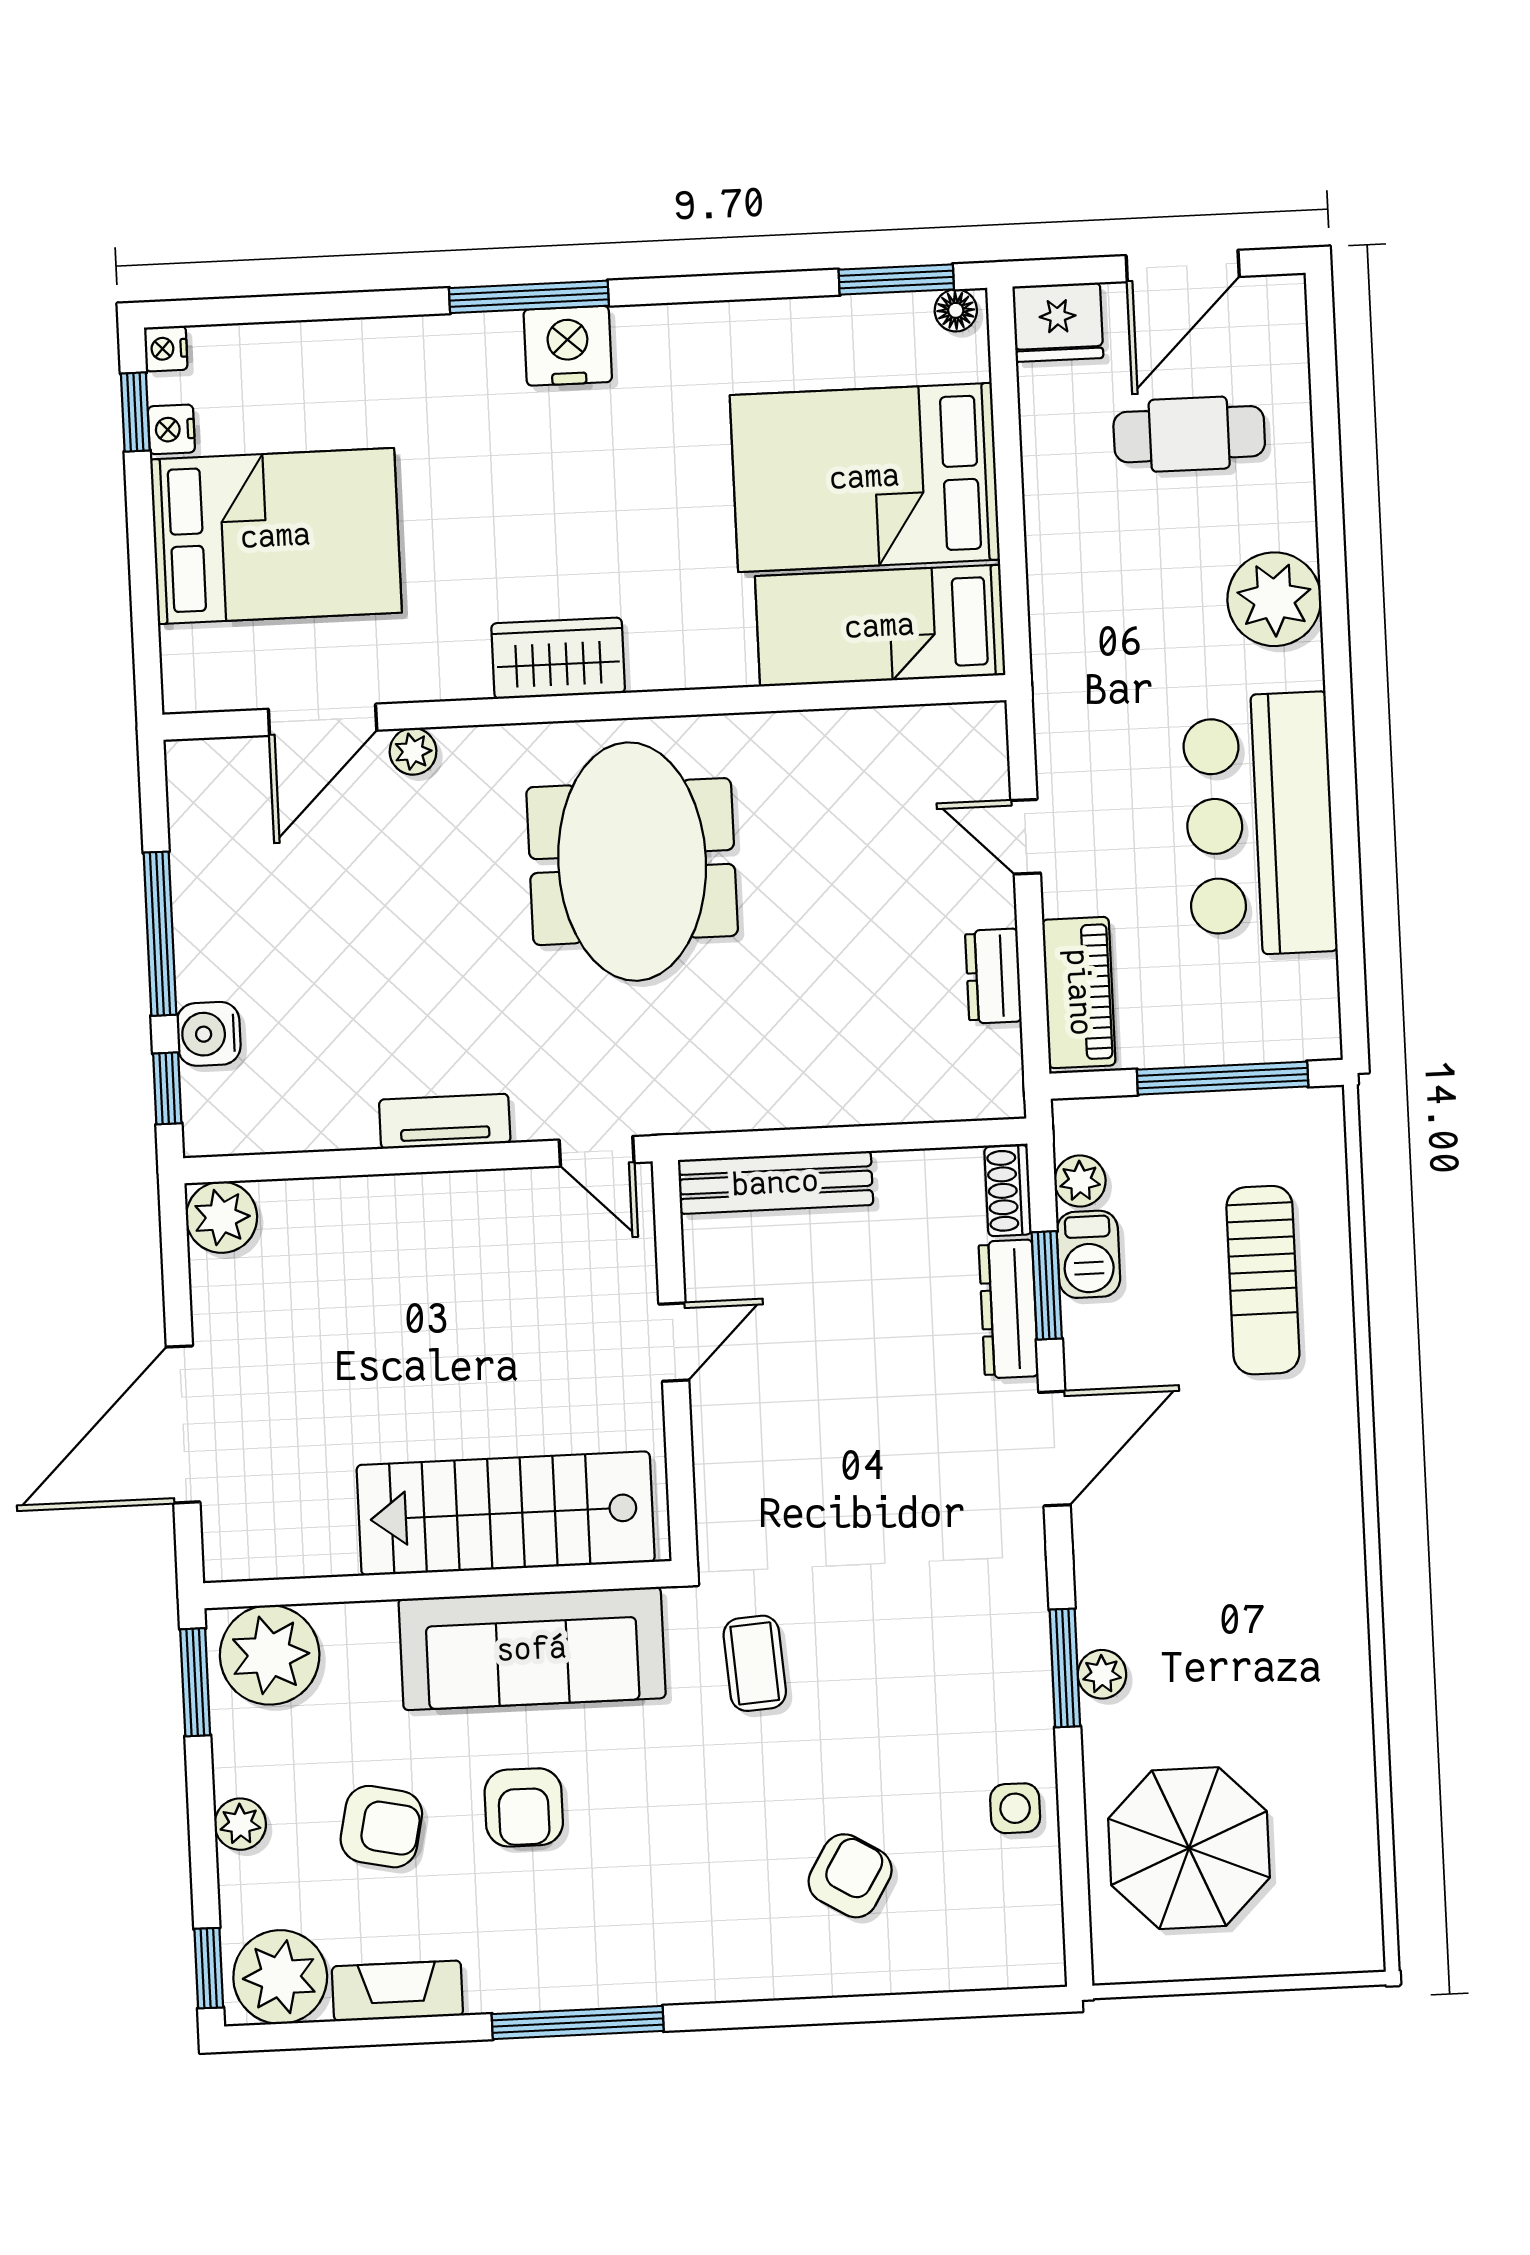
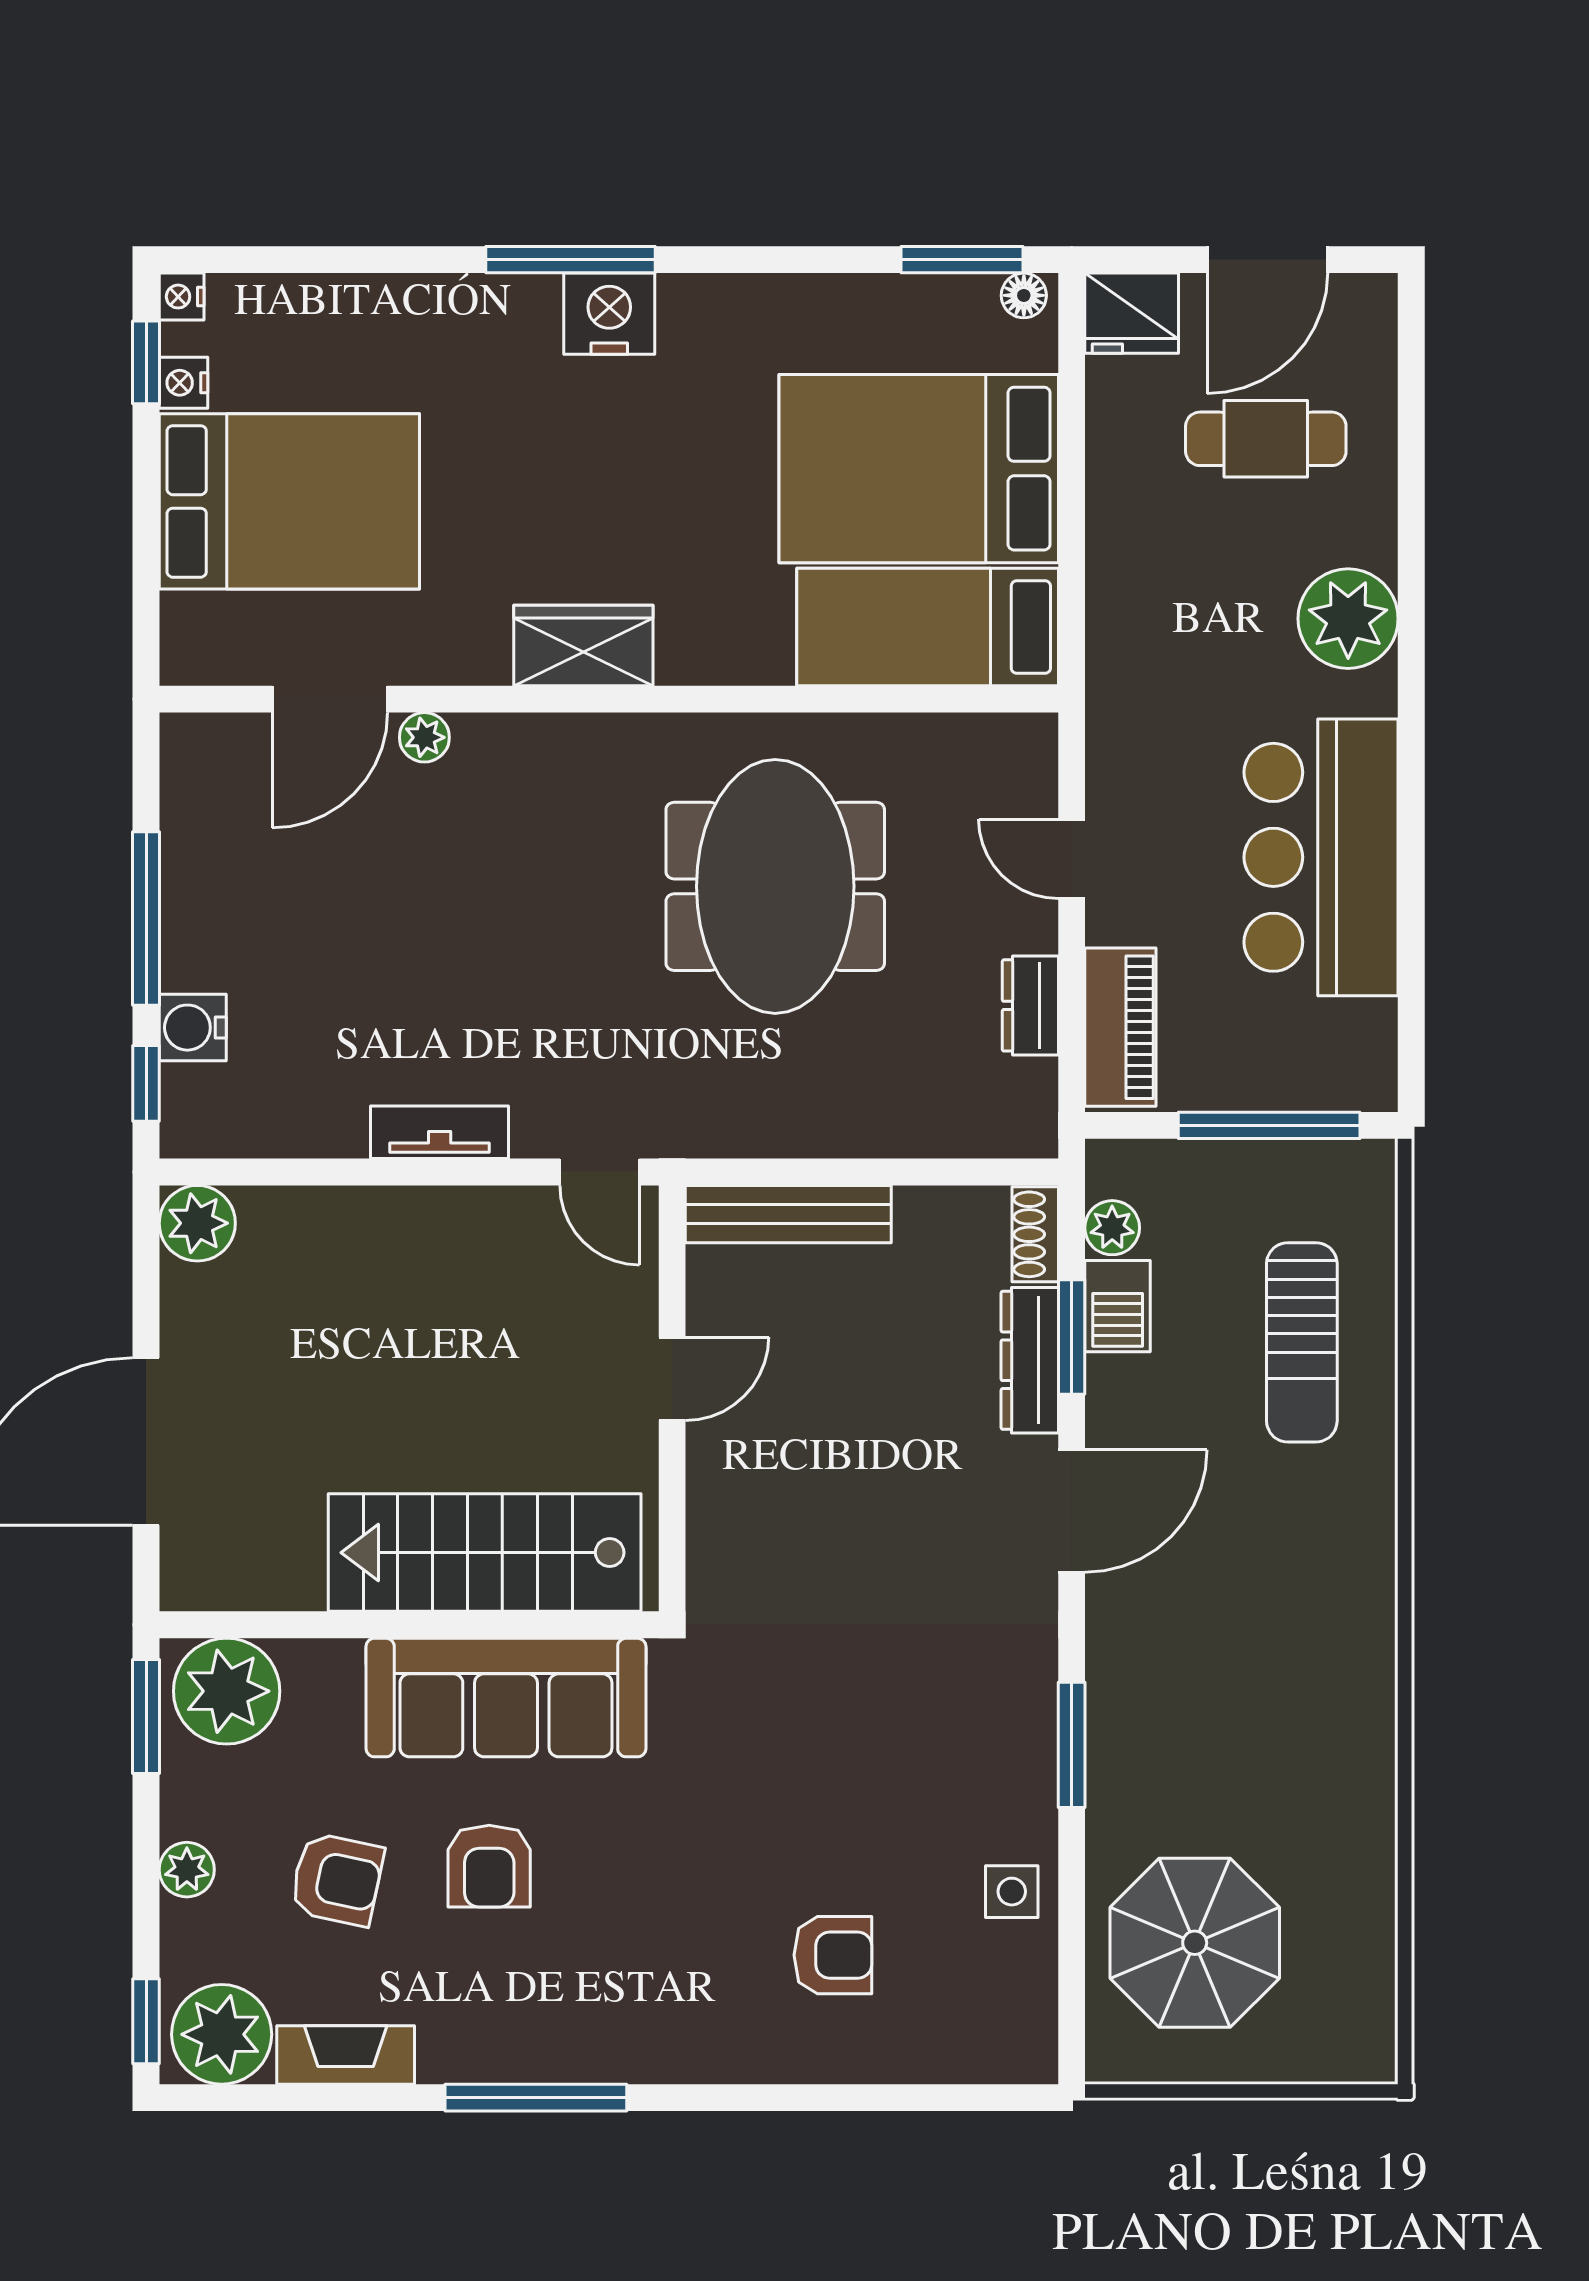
meeting table: (632, 862) -> (775, 886), moved
coffee table: (755, 1663) -> (742, 1724), removed
plant: (1102, 1674) -> (1111, 1753), removed
armchair: (850, 1876) -> (833, 1955), turned 59

